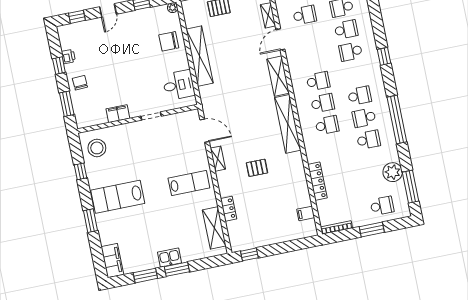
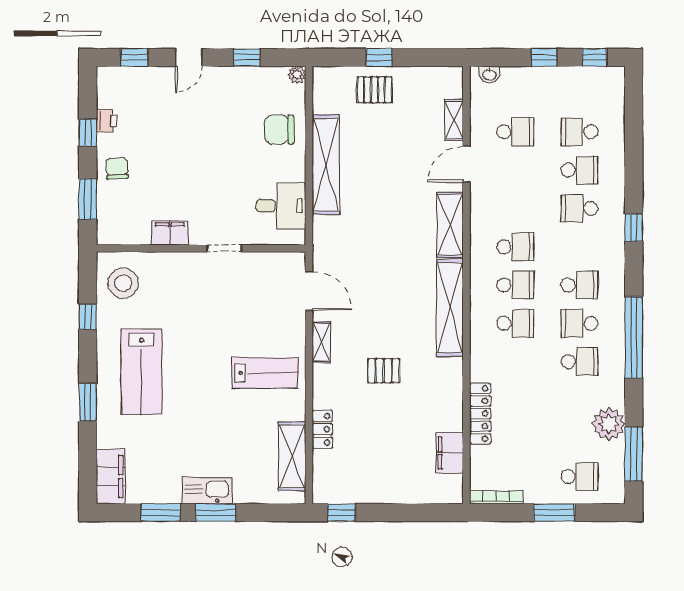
lab bench: (118, 197) -> (141, 372), turned -90
filing cabinet: (306, 213) -> (450, 453), width x2.00
kitchen sink: (169, 258) -> (207, 491), width x1.38

